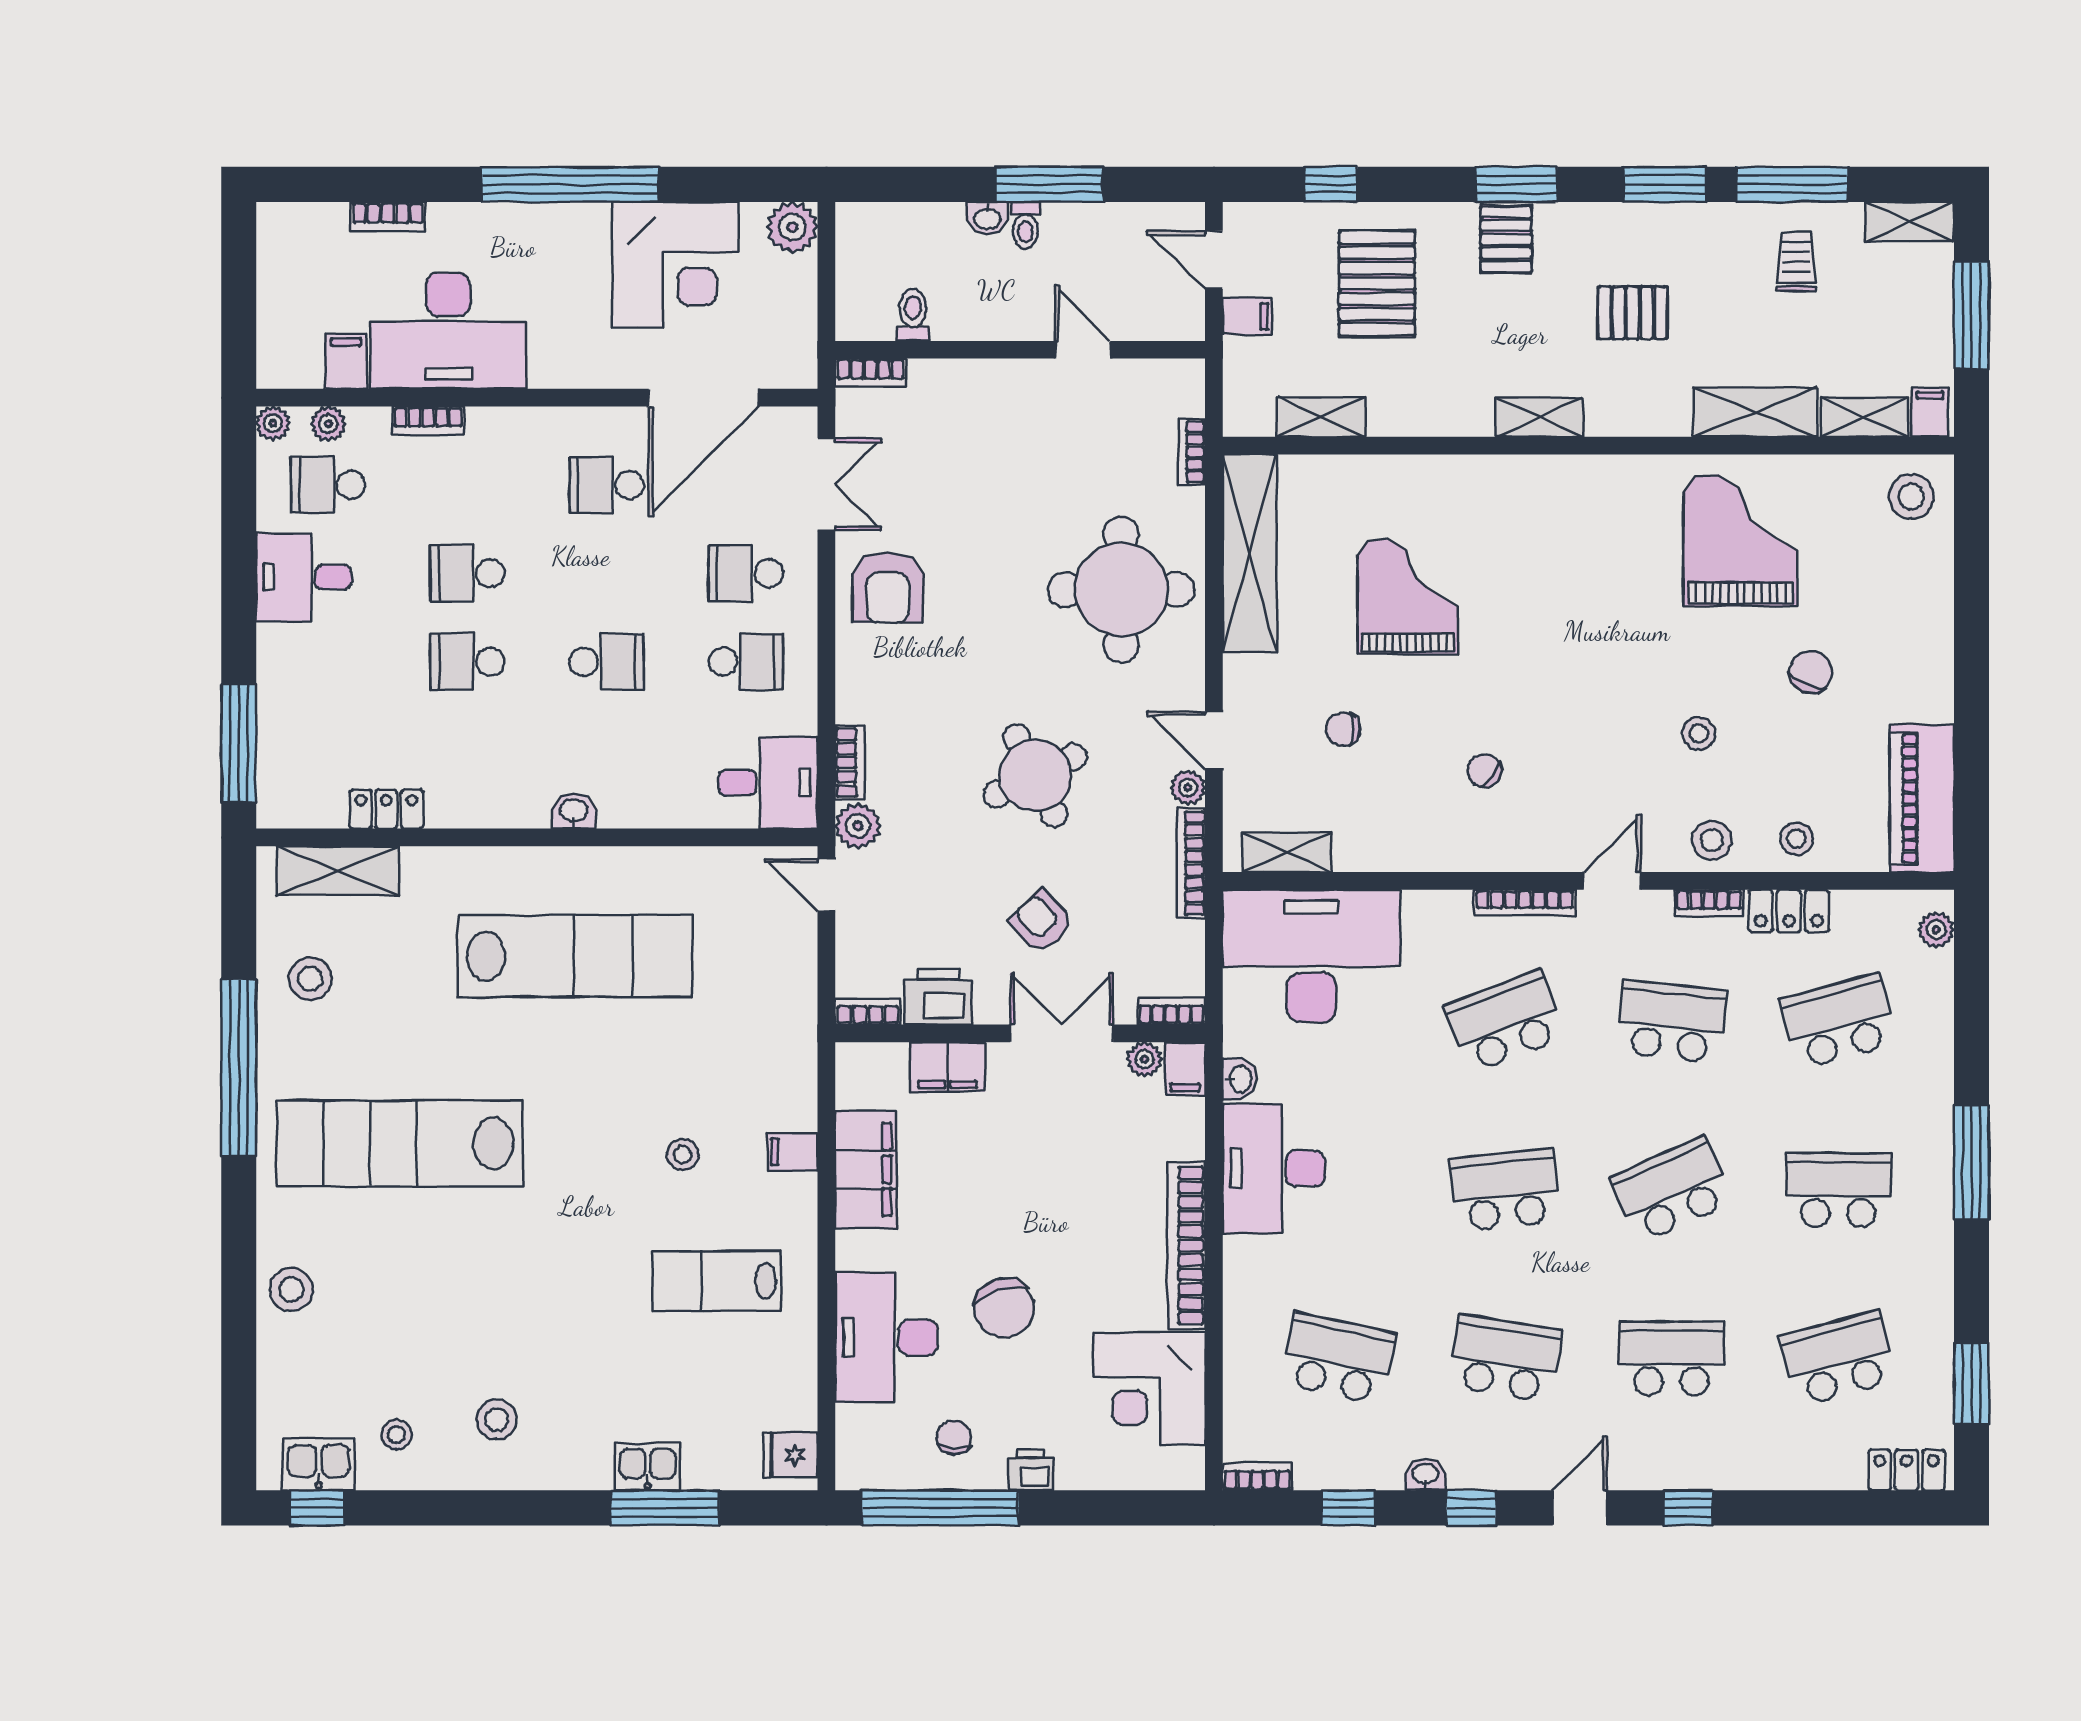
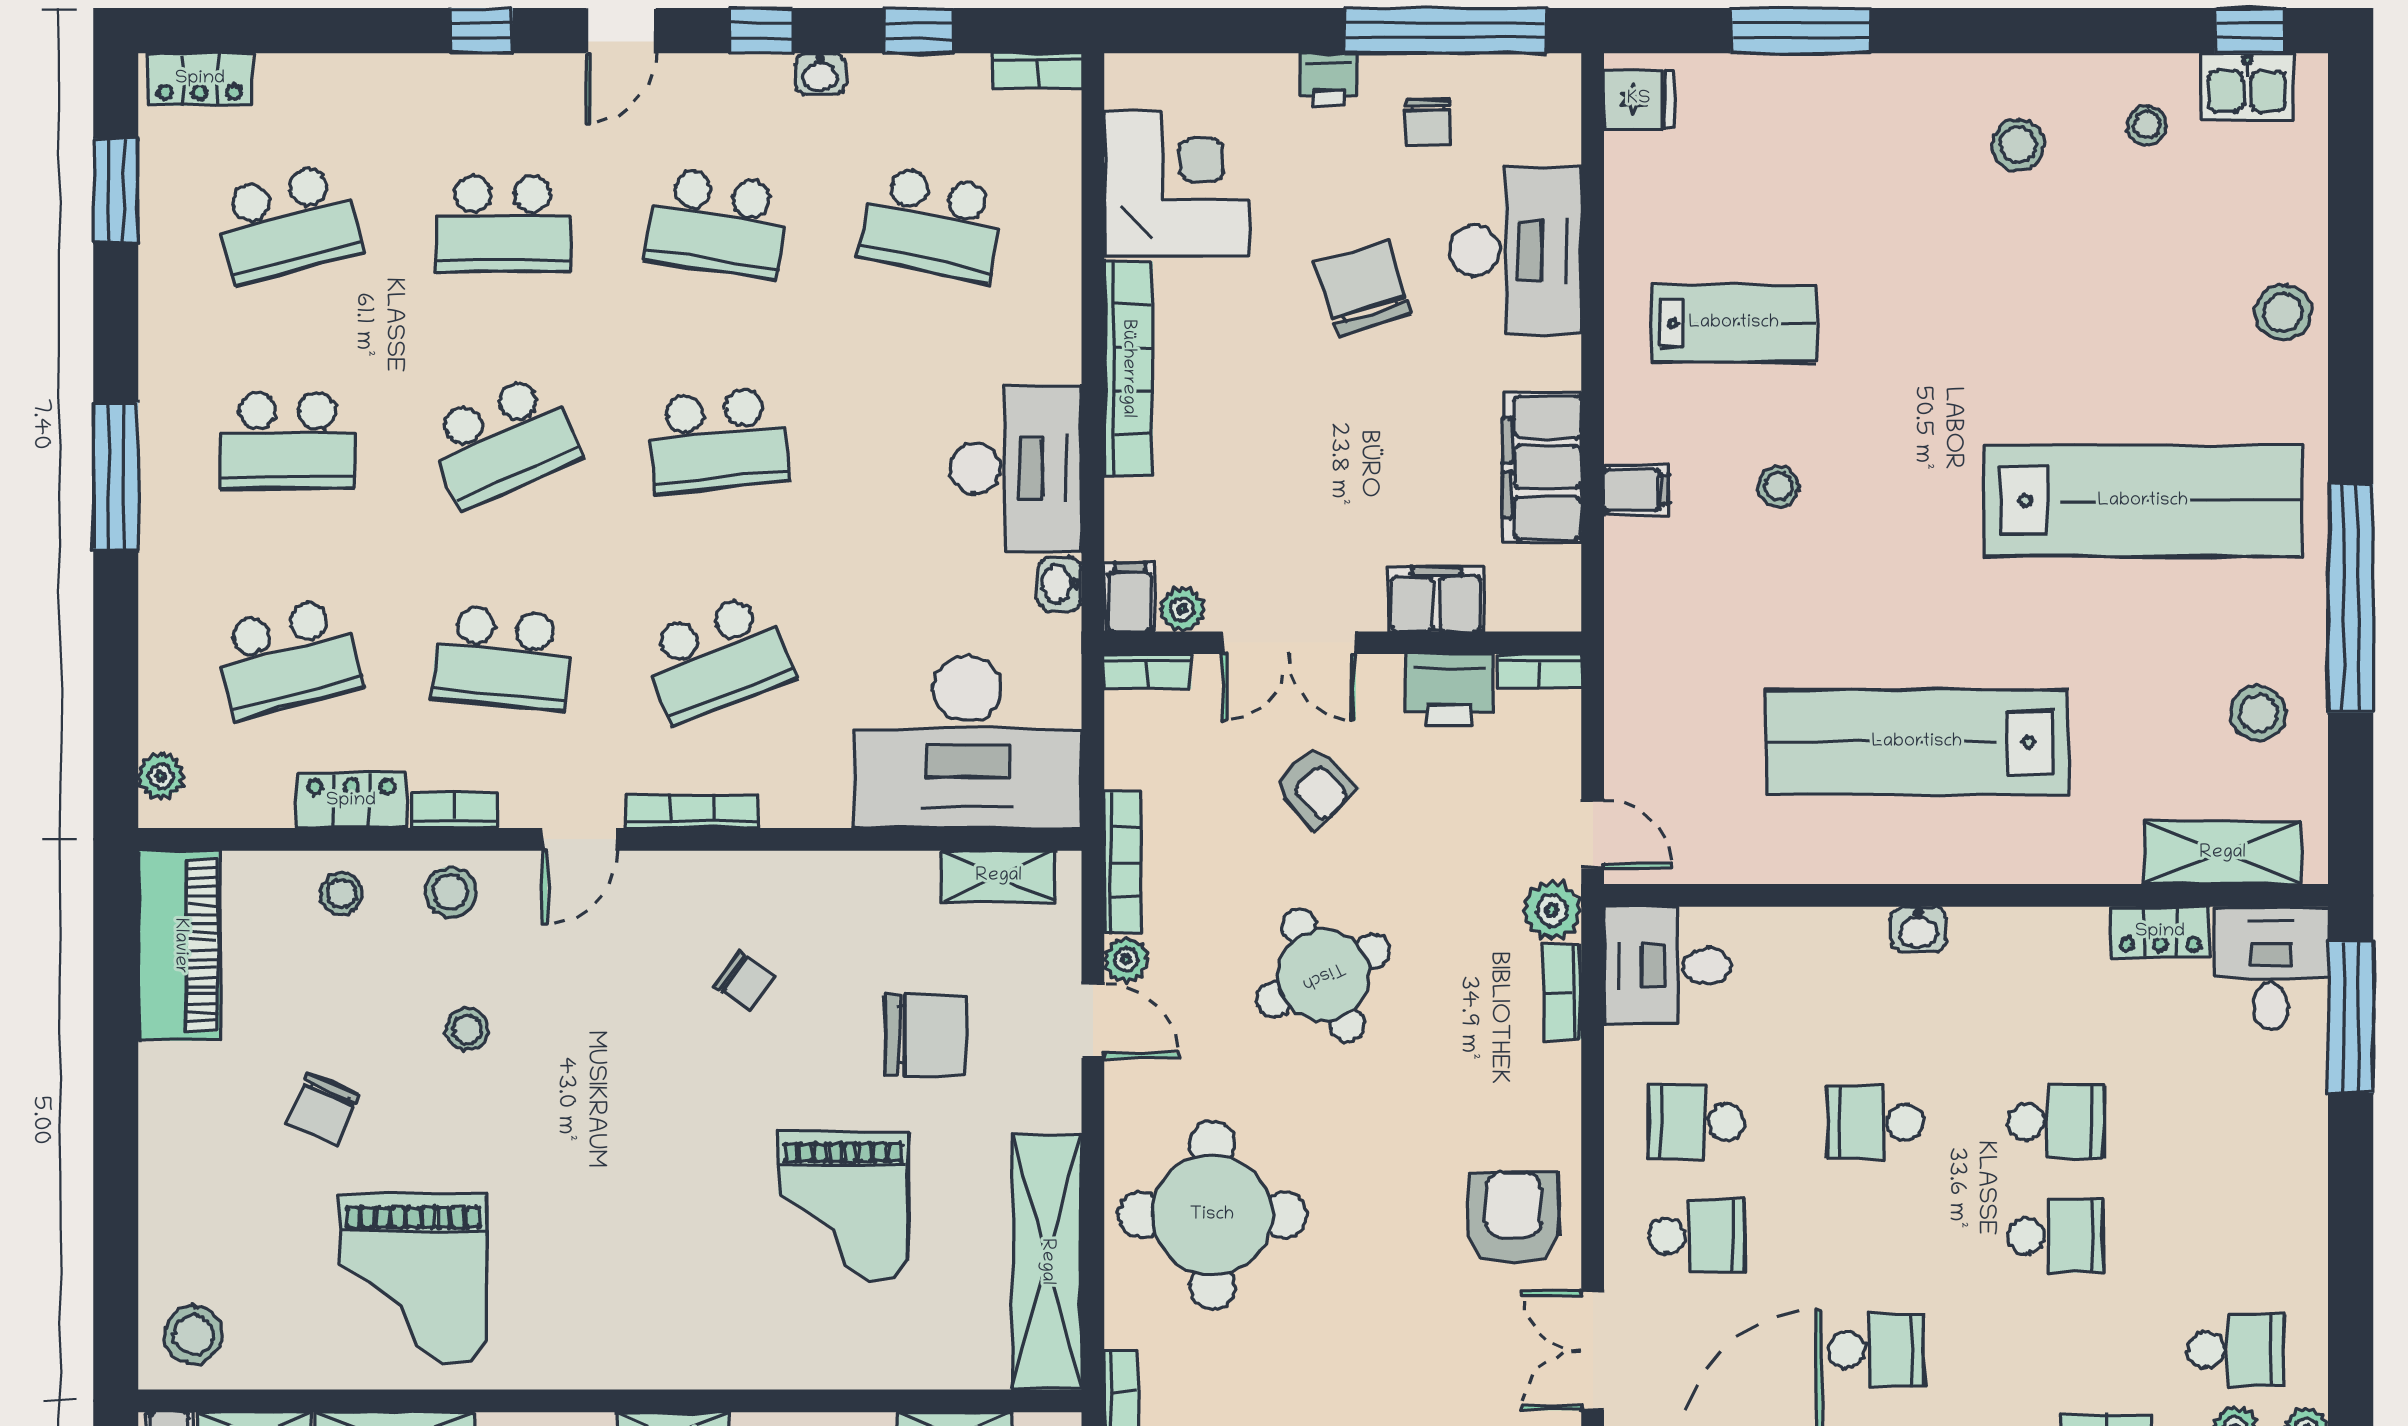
desk: (304, 577) -> (2271, 968), moved, turned -90
chair: (1343, 729) -> (926, 1035), width x1.87, depth x1.87
kitchen sink: (648, 1467) -> (1823, 84), removed

